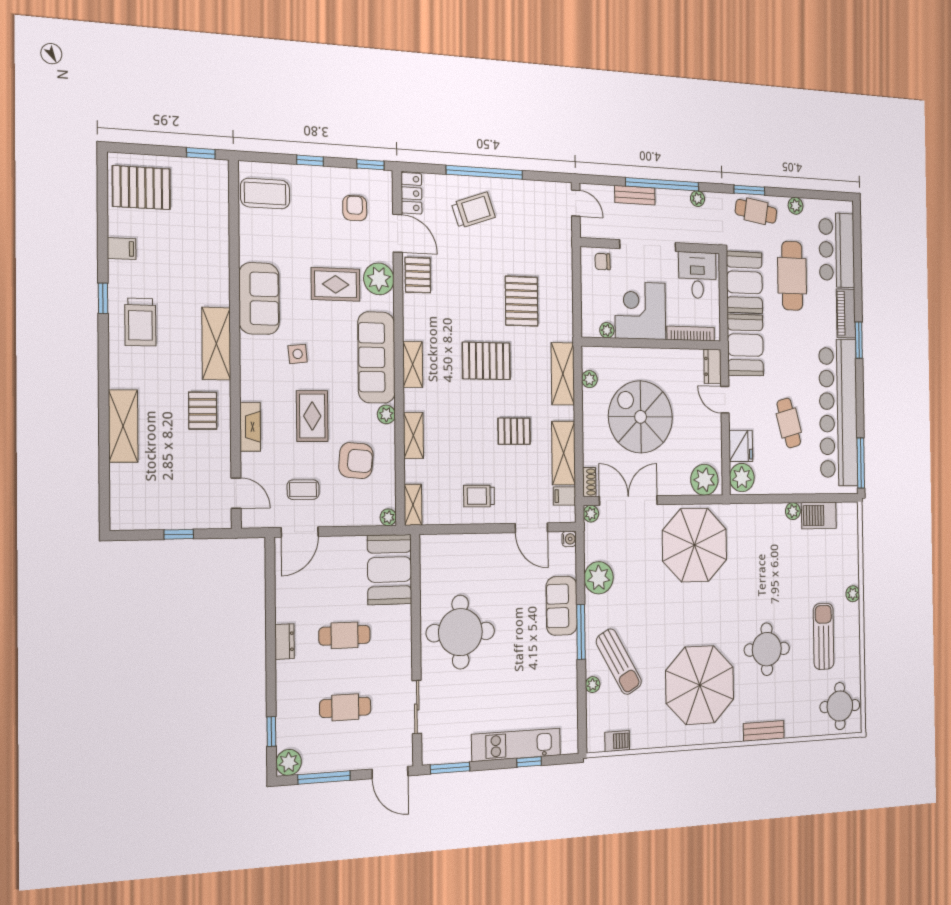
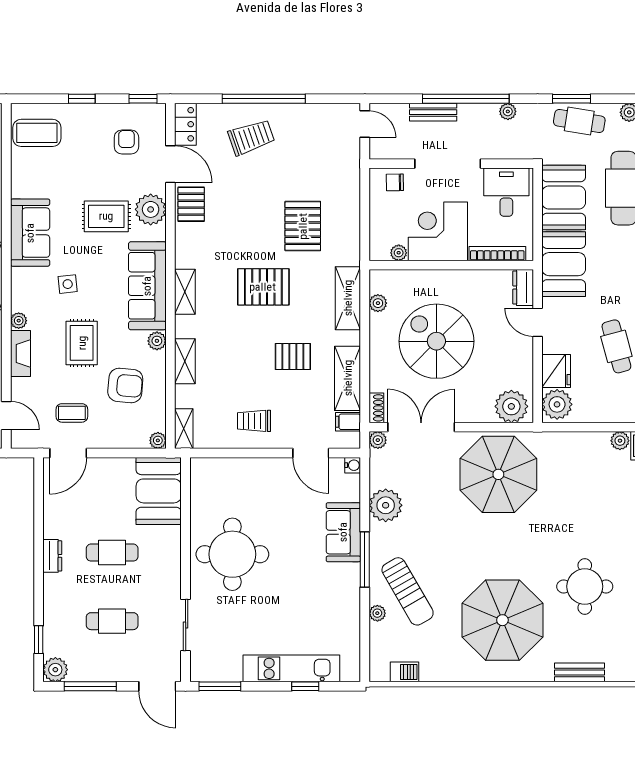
plant: (248, 392) -> (19, 321), added

